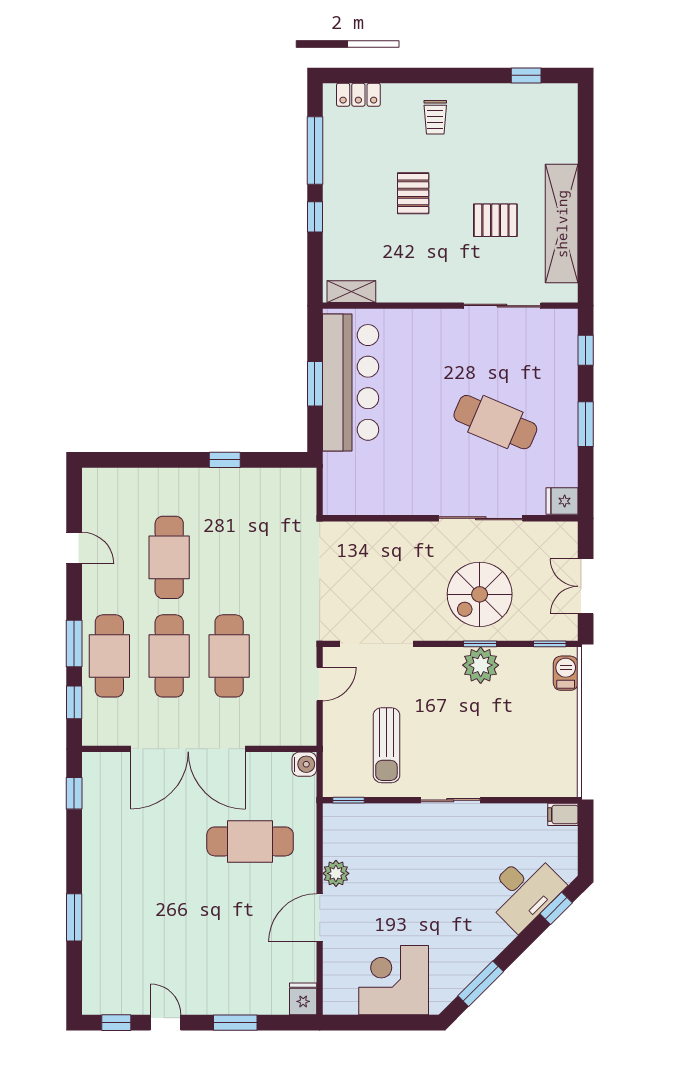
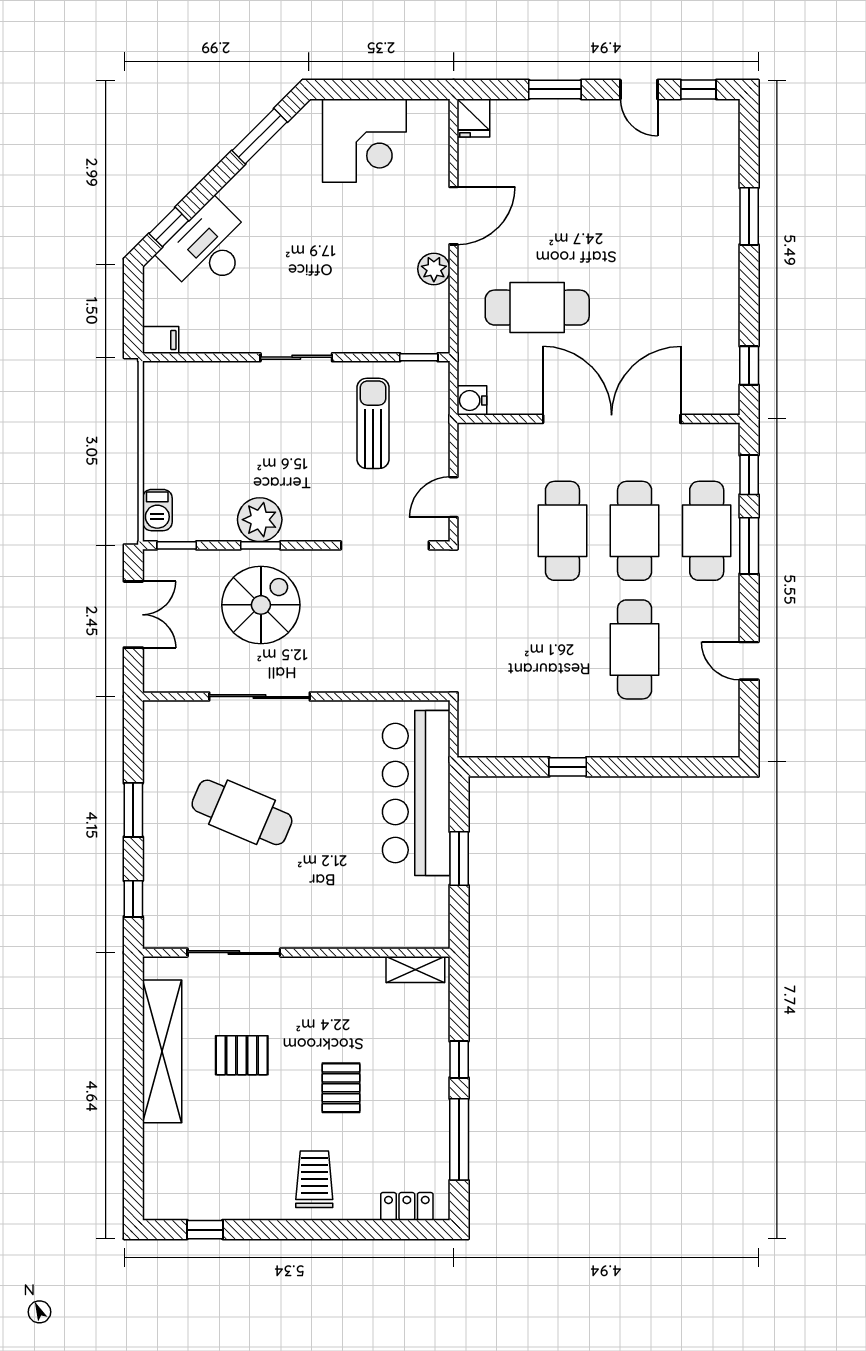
trolley: (435, 117) -> (314, 1179), width x1.36, depth x1.39
bar counter: (351, 382) -> (416, 793), moved
fridge: (562, 501) -> (162, 717), removed

